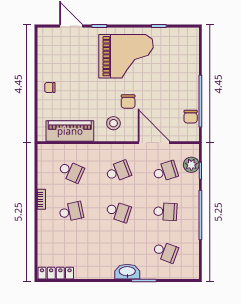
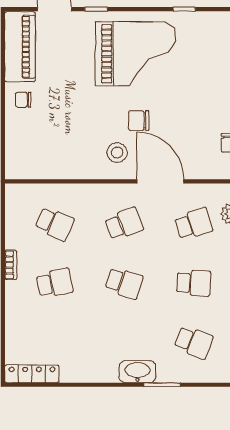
chair: (128, 102) -> (139, 121), turned 90
piano: (70, 131) -> (20, 47), moved, turned 90
door: (154, 143) -> (160, 181), moved

